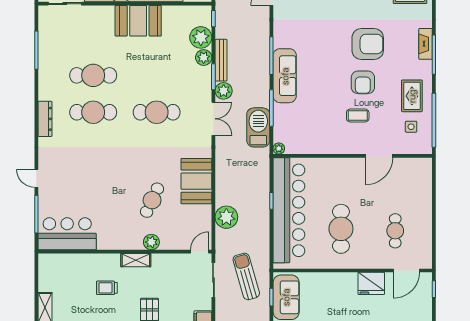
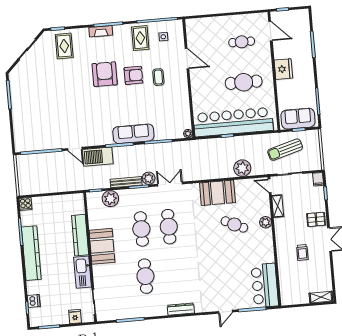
plant: (204, 58) -> (125, 195), removed
rug: (412, 96) -> (140, 38), turned 90
cafe table: (93, 112) -> (141, 229), moved
barbecue: (258, 127) -> (98, 157), moved
shelving: (136, 260) -> (278, 206), moved
fridge: (371, 283) -> (283, 69), moved

